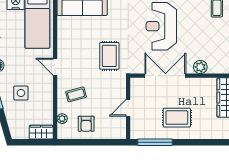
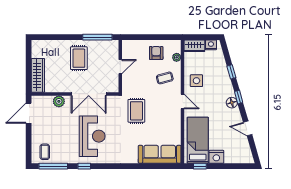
side table: (21, 93) -> (196, 81), moved
rug: (177, 118) -> (79, 58), turned 90
nightstand: (22, 133) -> (211, 45), added

